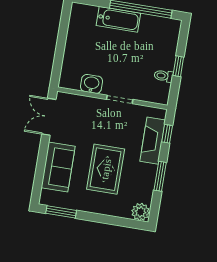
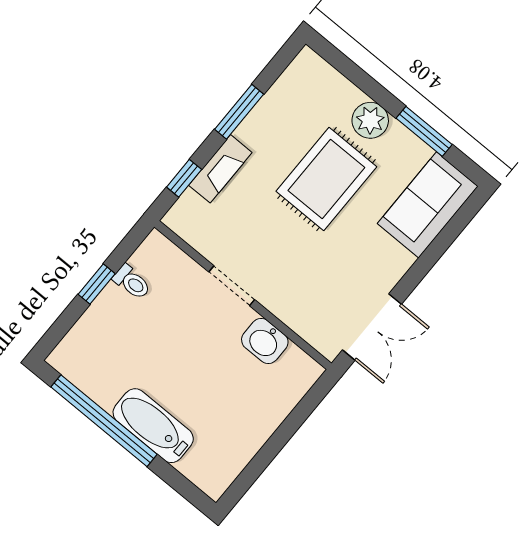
fireplace: (153, 141) -> (220, 169), width x0.73, depth x0.76
sofa: (58, 167) -> (428, 205), moved
window: (61, 212) -> (424, 131), moved
plant: (141, 212) -> (370, 120), moved

